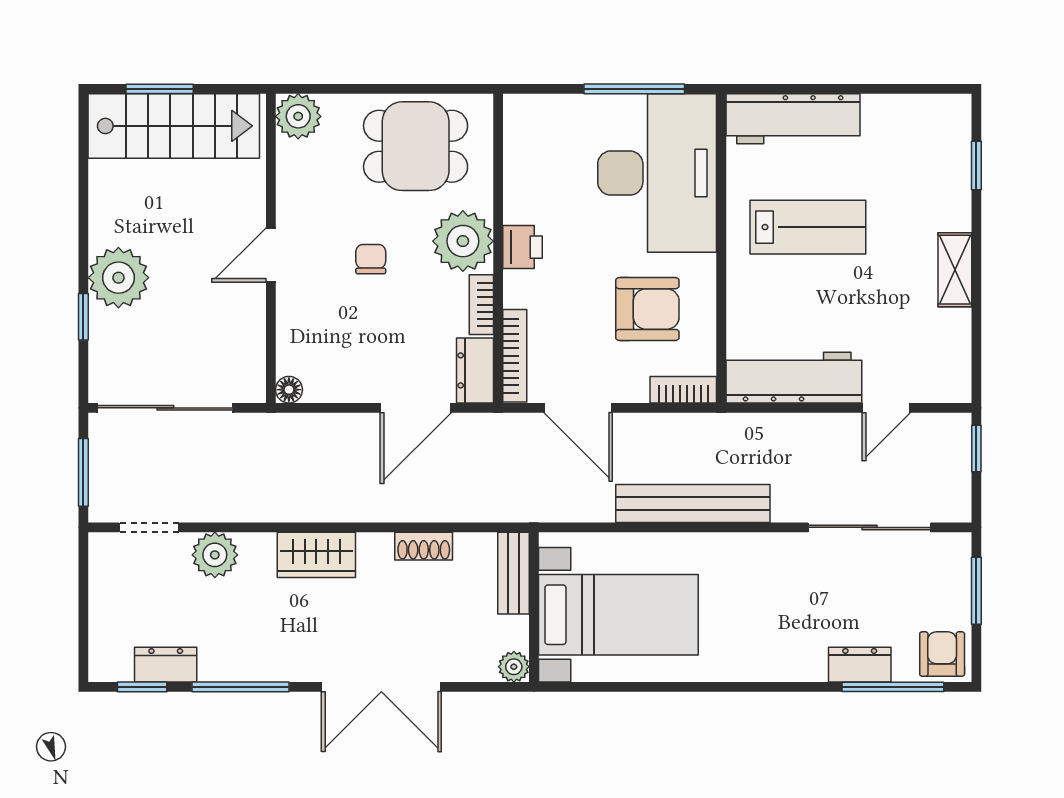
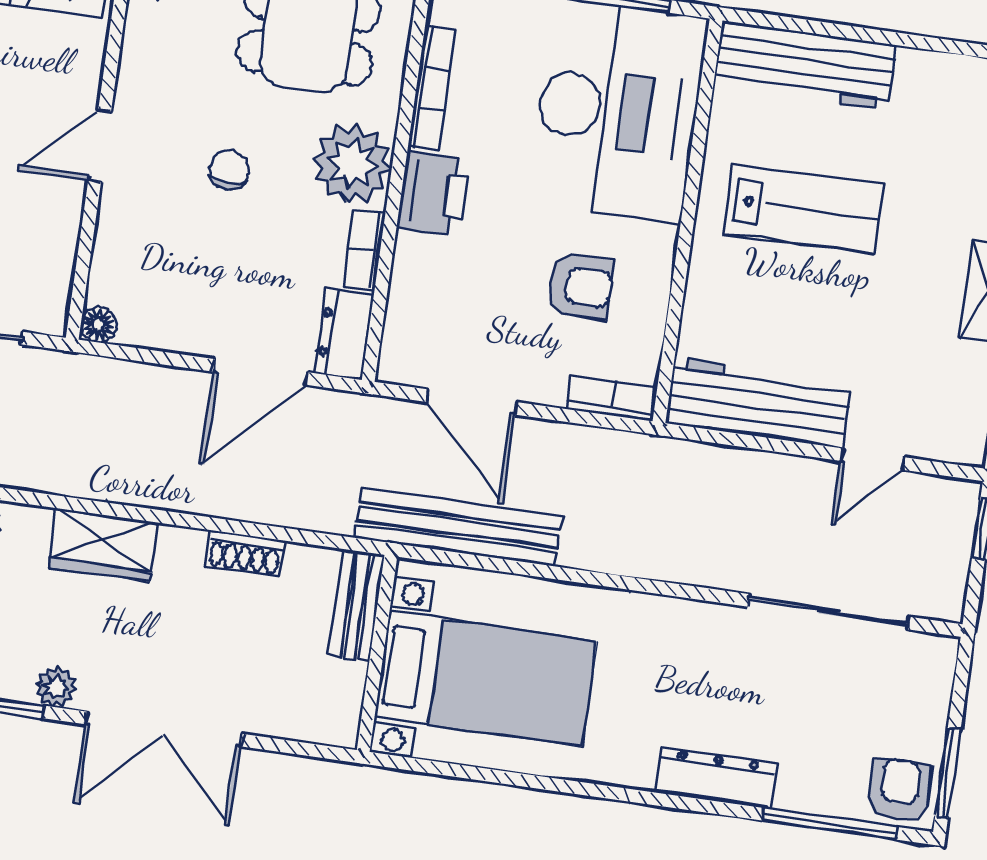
printer: (522, 247) -> (434, 193), width x1.36, depth x1.24
armchair: (647, 309) -> (580, 286), width x0.72, depth x0.72
bookcase: (515, 356) -> (432, 88), moved
bench: (693, 503) -> (458, 527), moved
window: (976, 591) -> (948, 773), moved
dresser: (860, 665) -> (716, 778), moved, width x1.44
plant: (514, 667) -> (55, 687), moved

